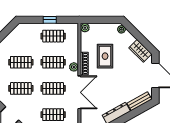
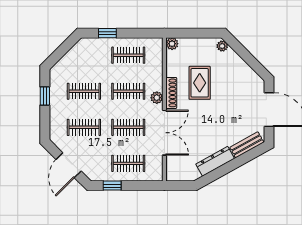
window: (50, 20) -> (107, 33), moved
wardrobe: (140, 51) -> (248, 76), removed

